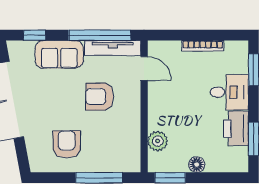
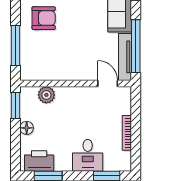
door: (144, 69) -> (108, 83), swing flipped
armchair: (100, 97) -> (84, 46), removed
printer: (236, 128) -> (39, 161), moved

